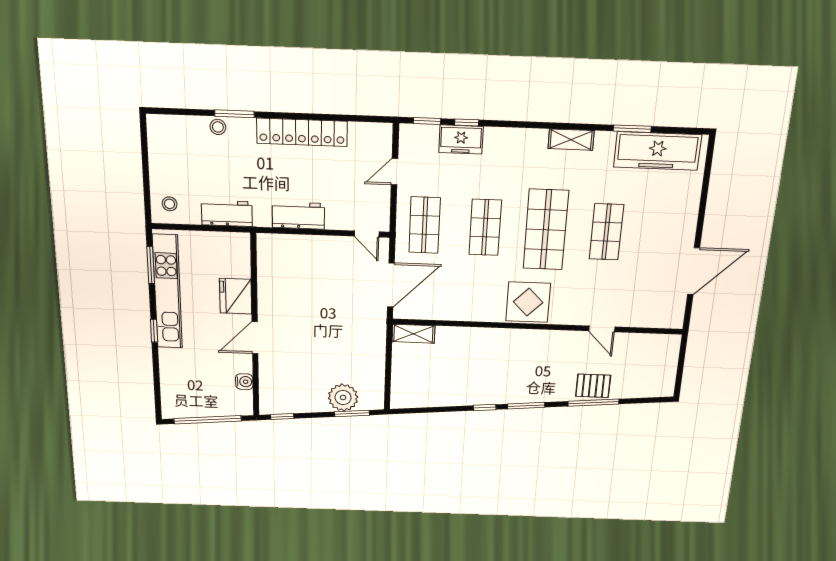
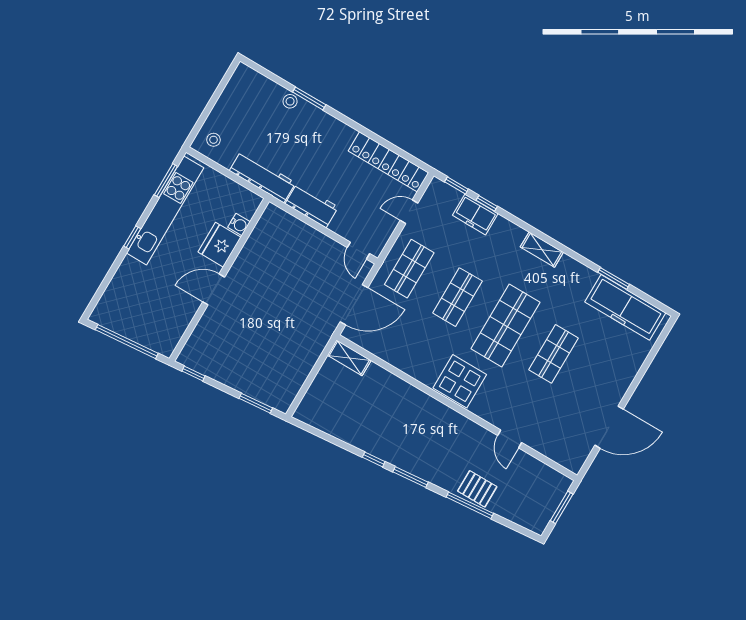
locker: (302, 132) -> (389, 162), moved
shelving: (571, 140) -> (542, 250), moved
workbench: (227, 213) -> (262, 177), width x1.38
window: (681, 363) -> (562, 507), added
water cooler: (244, 382) -> (239, 225), moved
plant: (343, 398) -> (257, 384), removed

